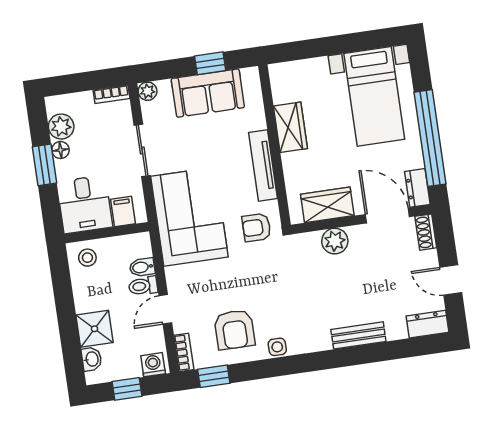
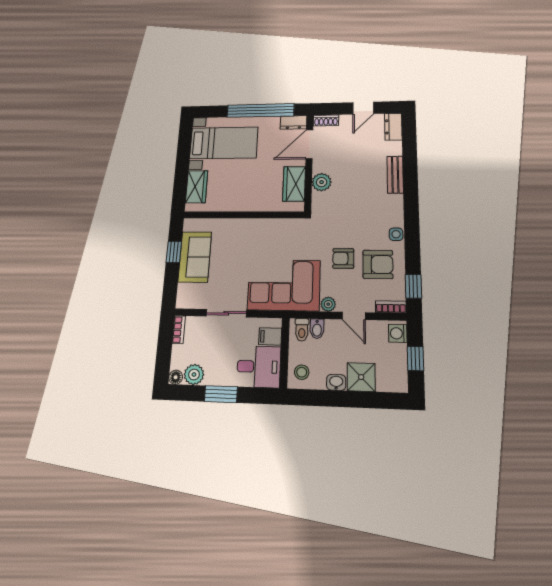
plant: (148, 91) -> (328, 304), moved
wardrobe: (290, 127) -> (197, 187), moved, turned 90
floor lamp: (60, 150) -> (176, 377), moved
tv unit: (263, 165) -> (256, 225), removed
armchair: (256, 227) -> (343, 258), moved, turned 90
toilet: (143, 286) -> (302, 330), moved
washbasin: (92, 359) -> (336, 382), moved

